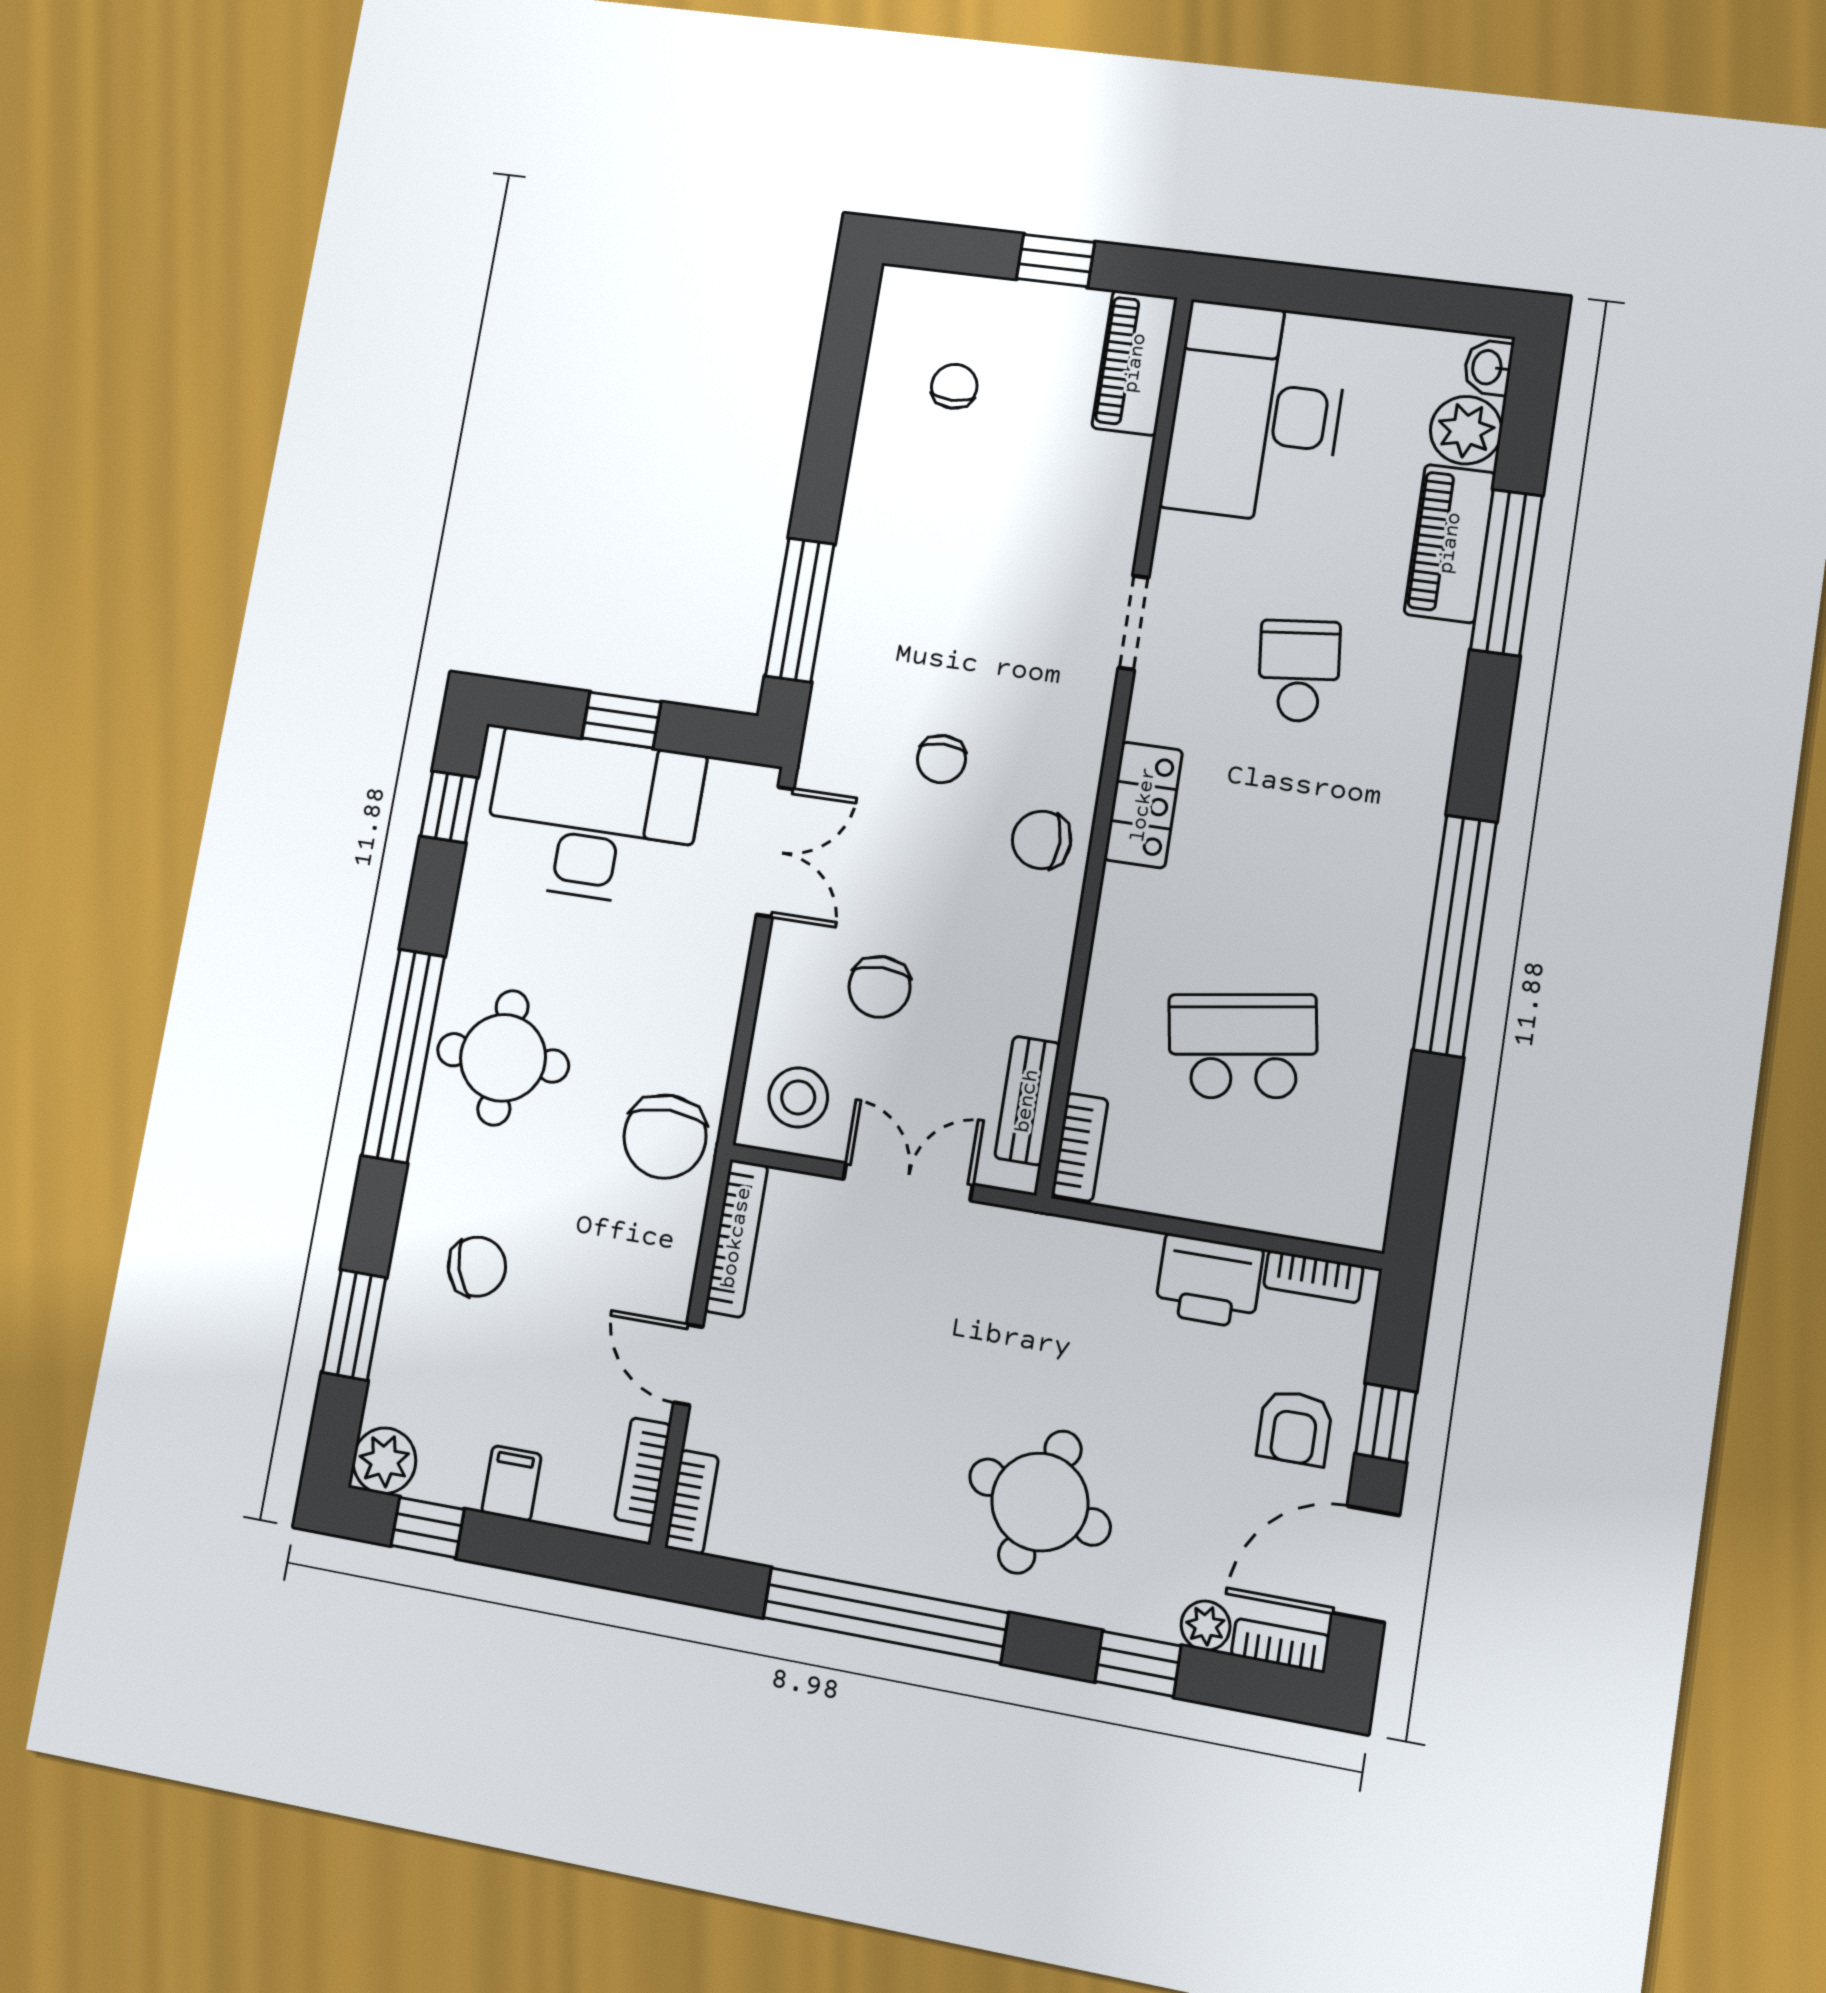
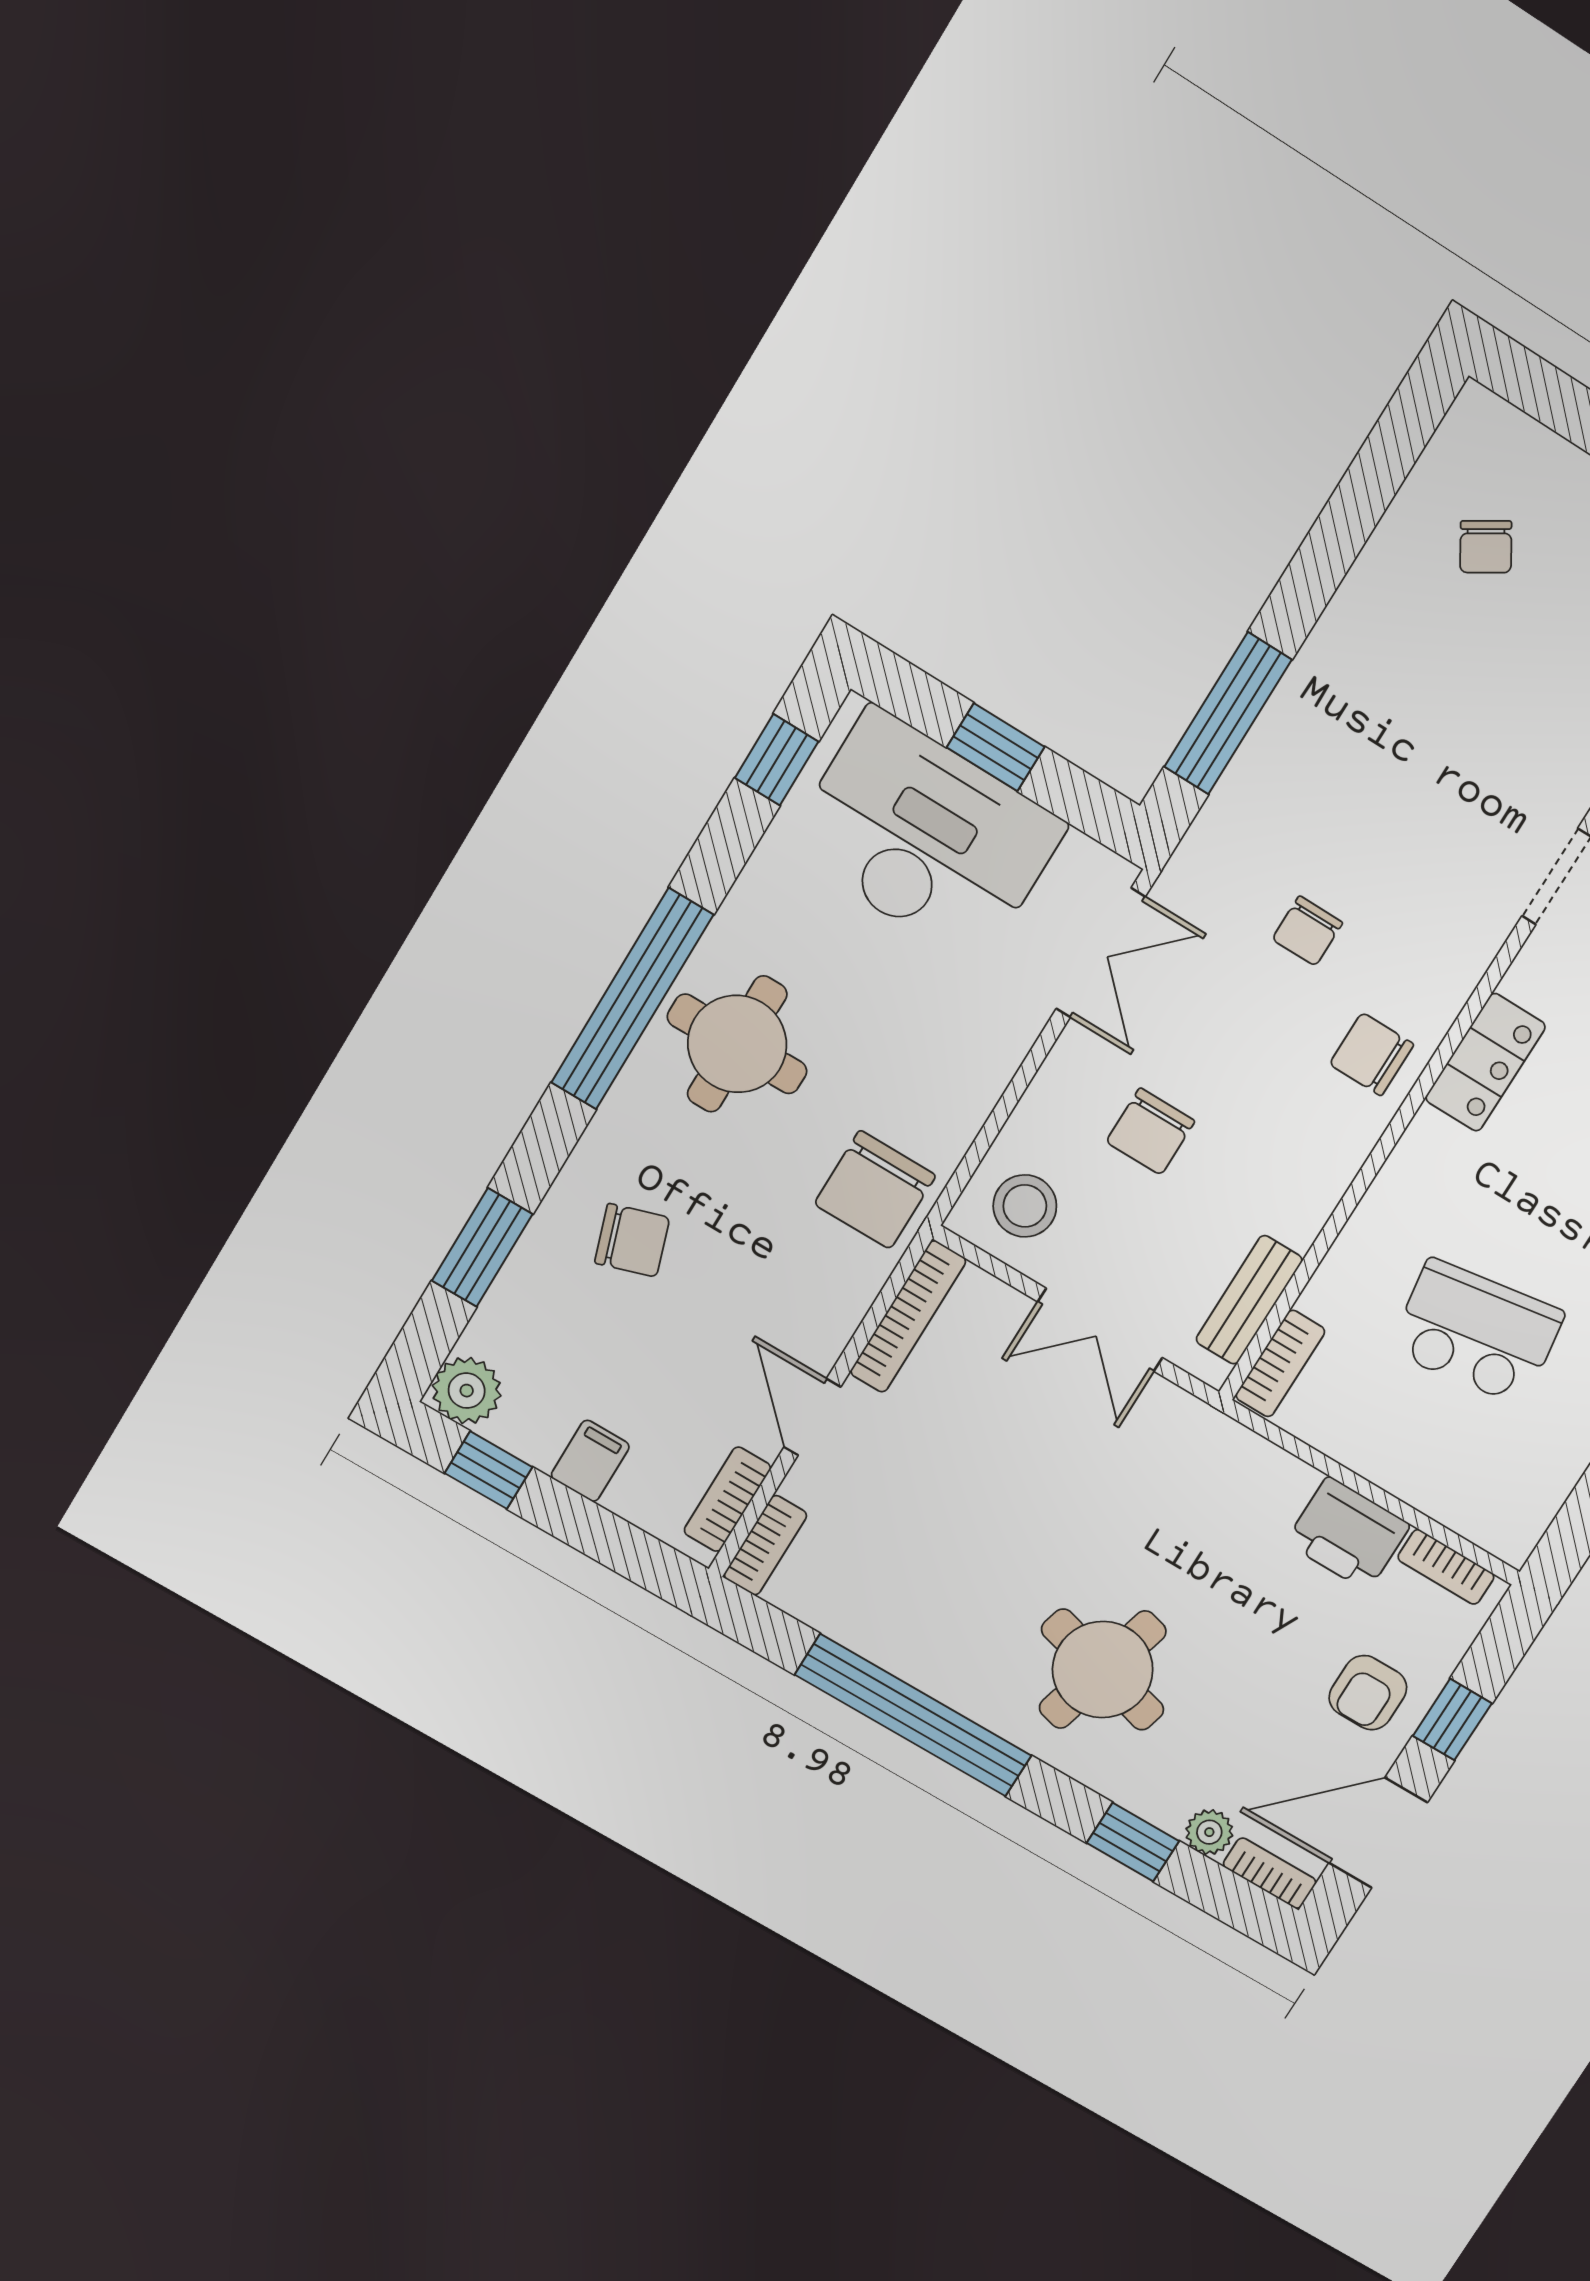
chair: (954, 386) -> (1486, 547), turned 148
double door: (908, 1182) -> (1100, 1330), swing flipped

